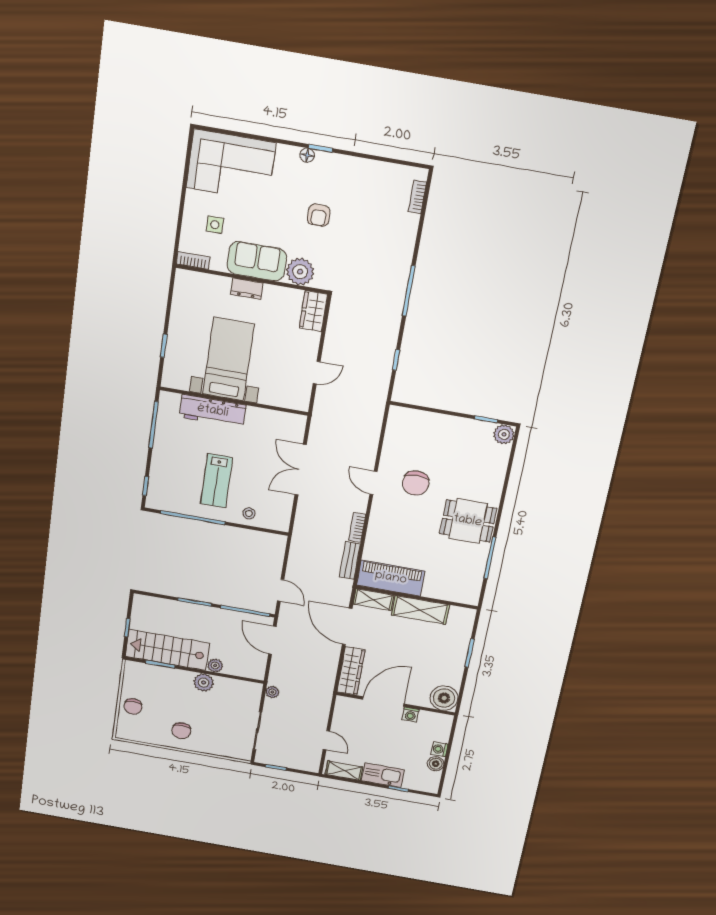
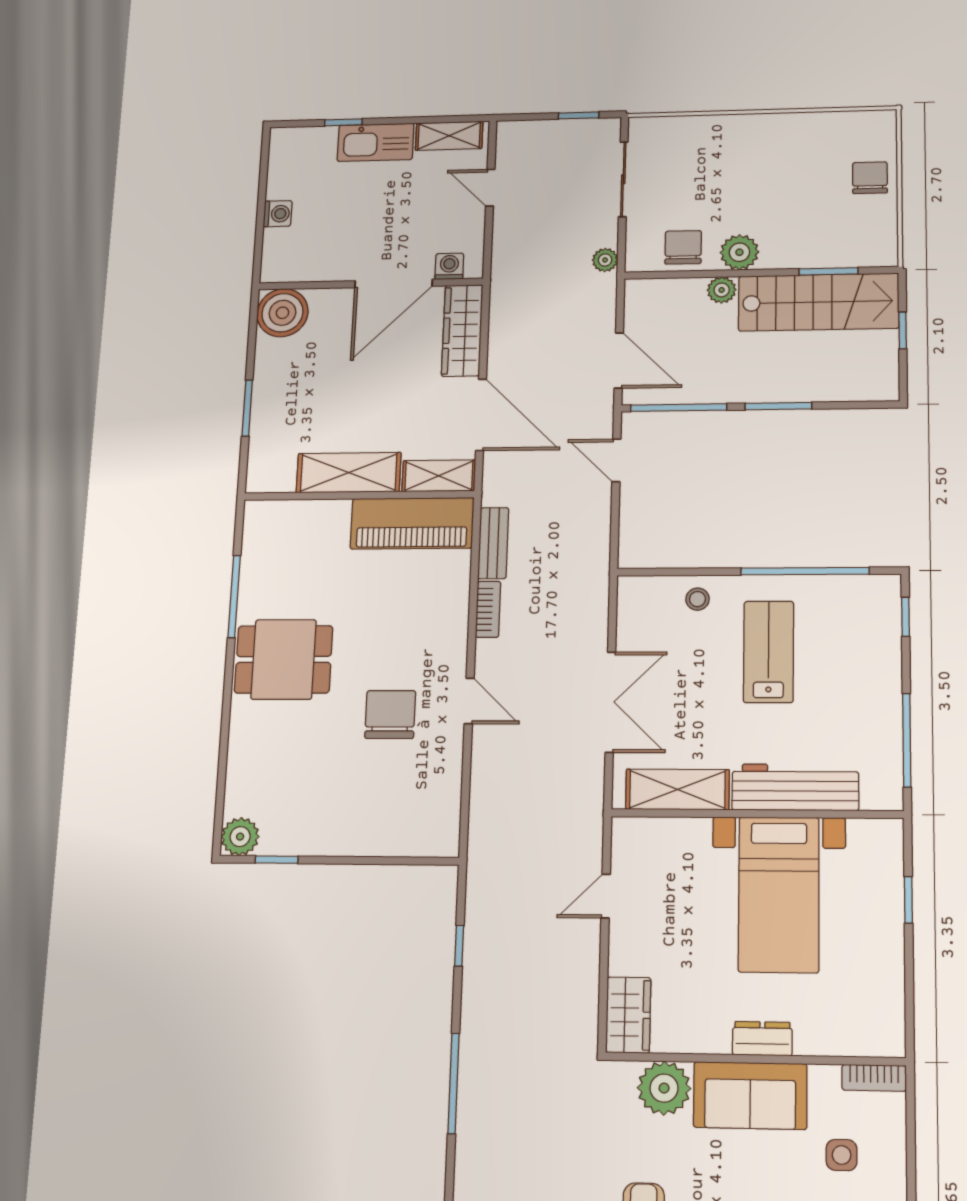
shelving: (272, 420) -> (677, 789), added
washing machine: (410, 715) -> (449, 266), moved
chair: (181, 731) -> (683, 247), moved
boiler: (436, 764) -> (281, 185), removed

